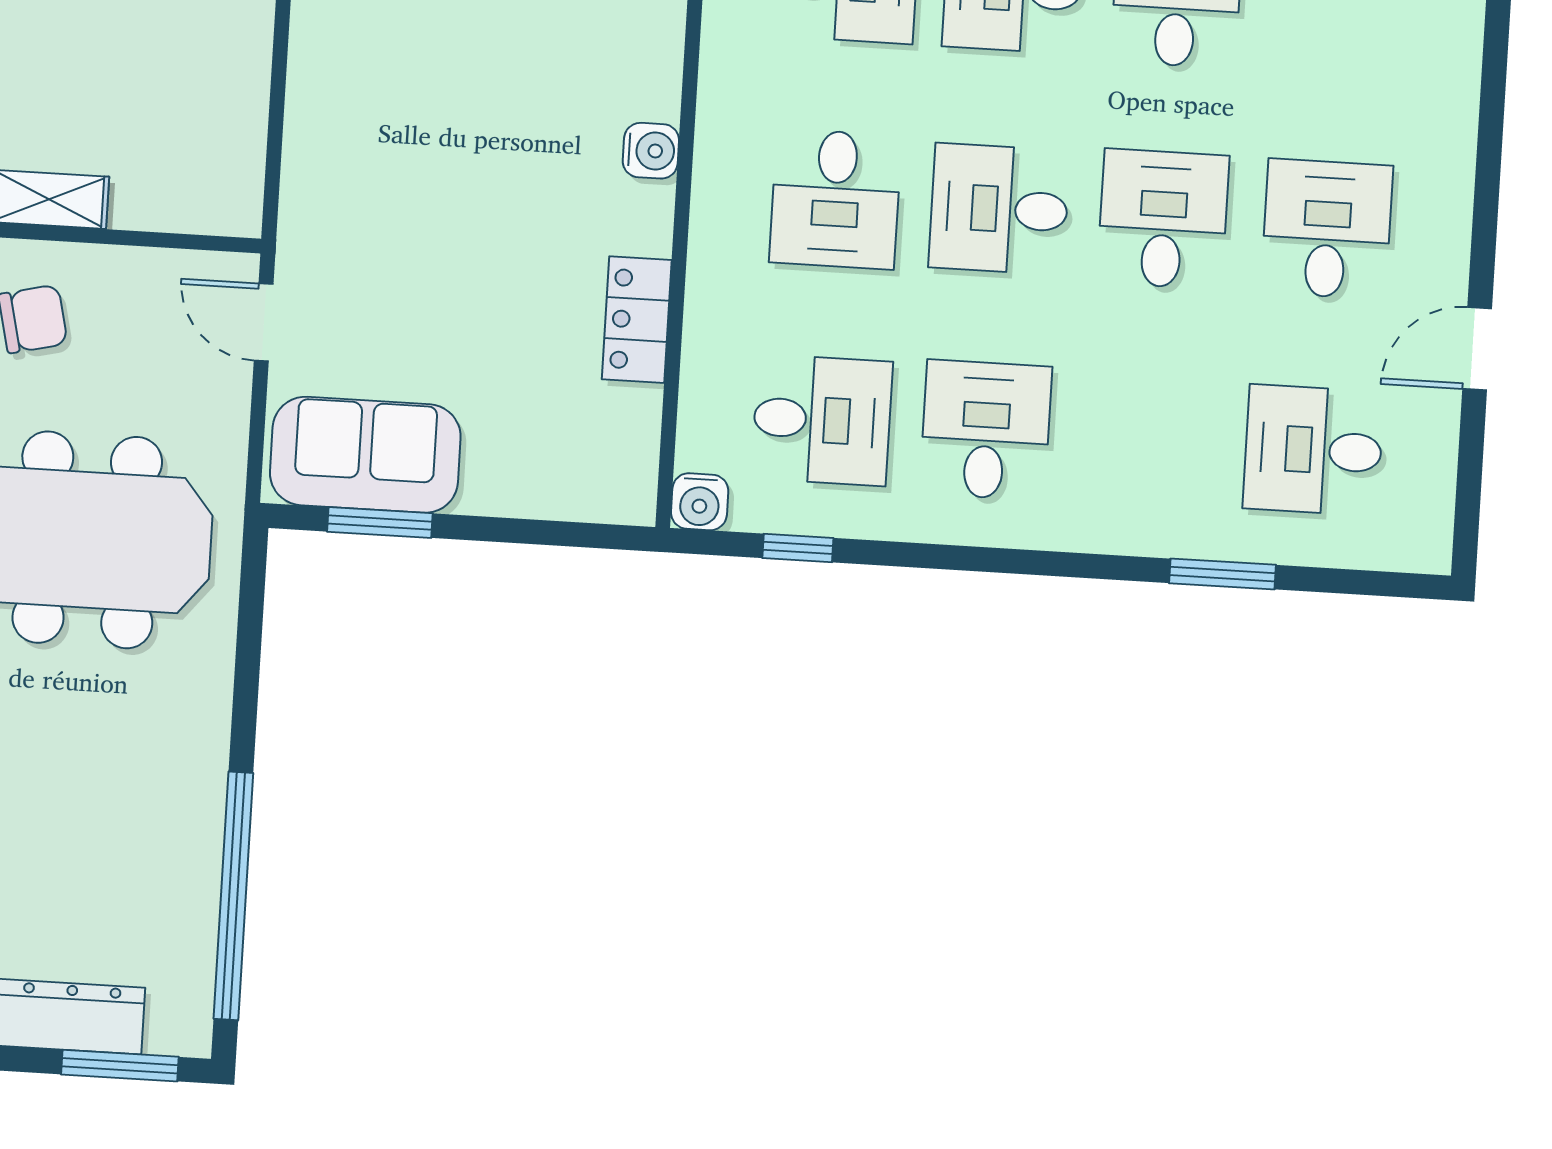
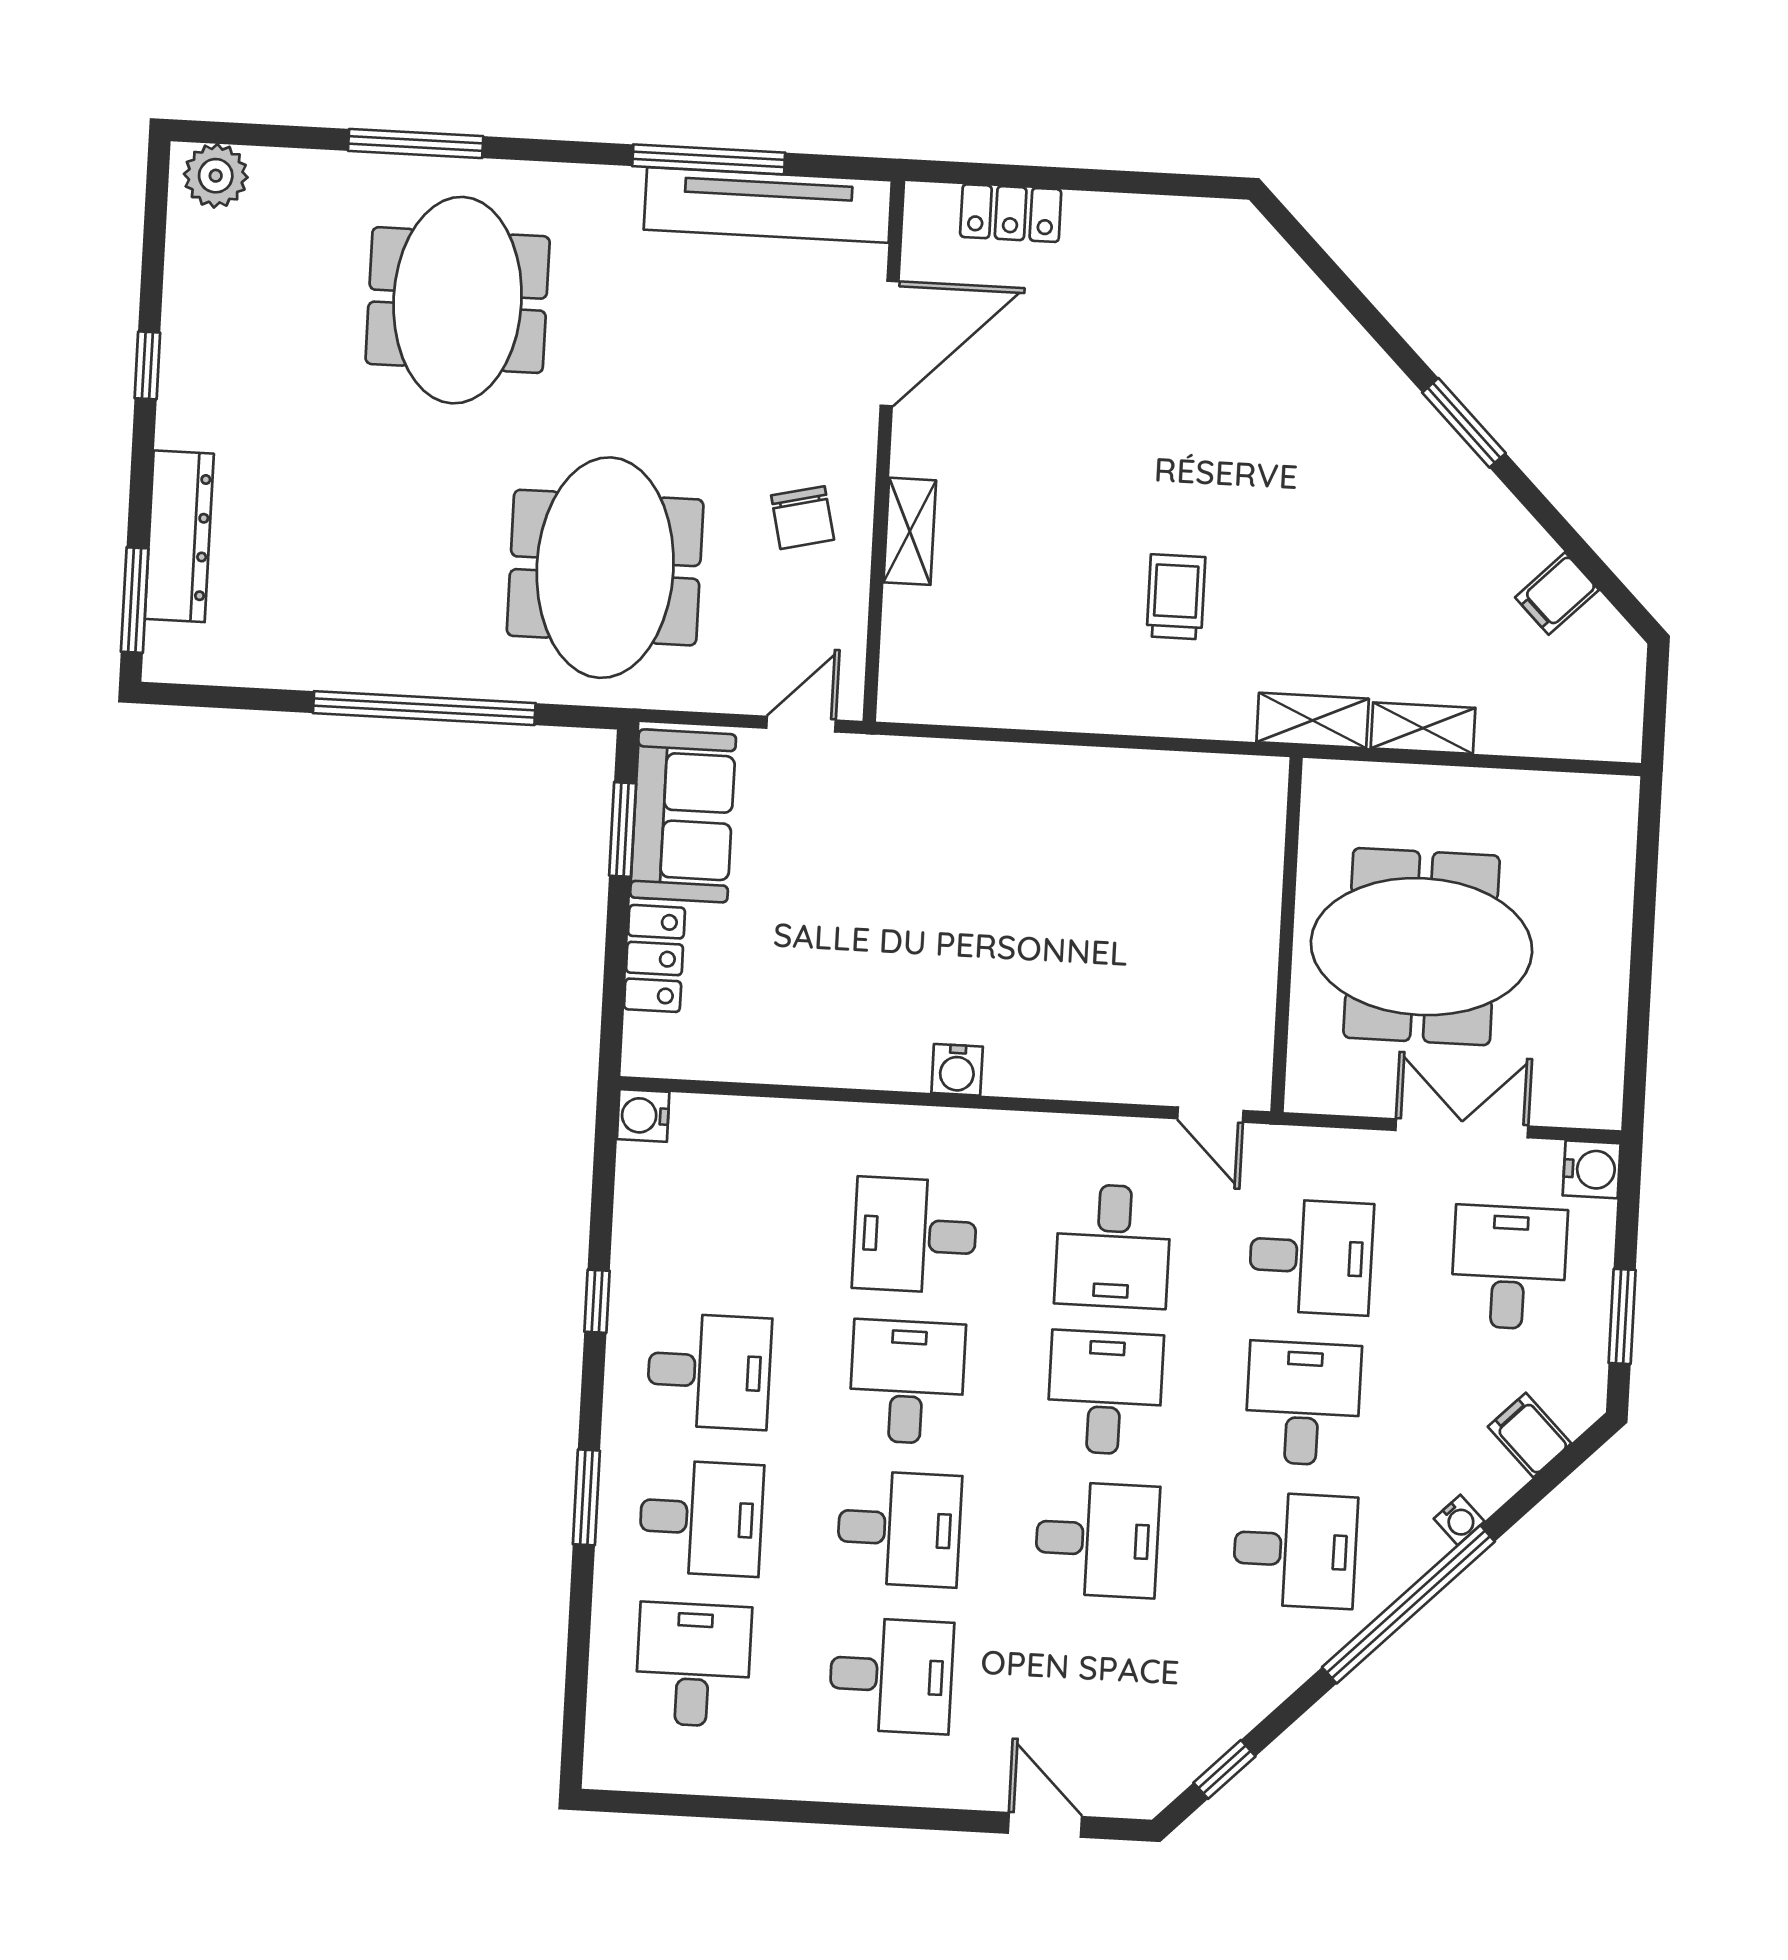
locker: (637, 320) -> (655, 958), moved, turned 90
door: (1477, 349) -> (1045, 1825), moved
desk: (822, 420) -> (701, 1518), moved, turned -90
window: (798, 548) -> (597, 1301), moved
window: (1222, 574) -> (586, 1497), moved
window: (233, 896) -> (424, 708), moved

